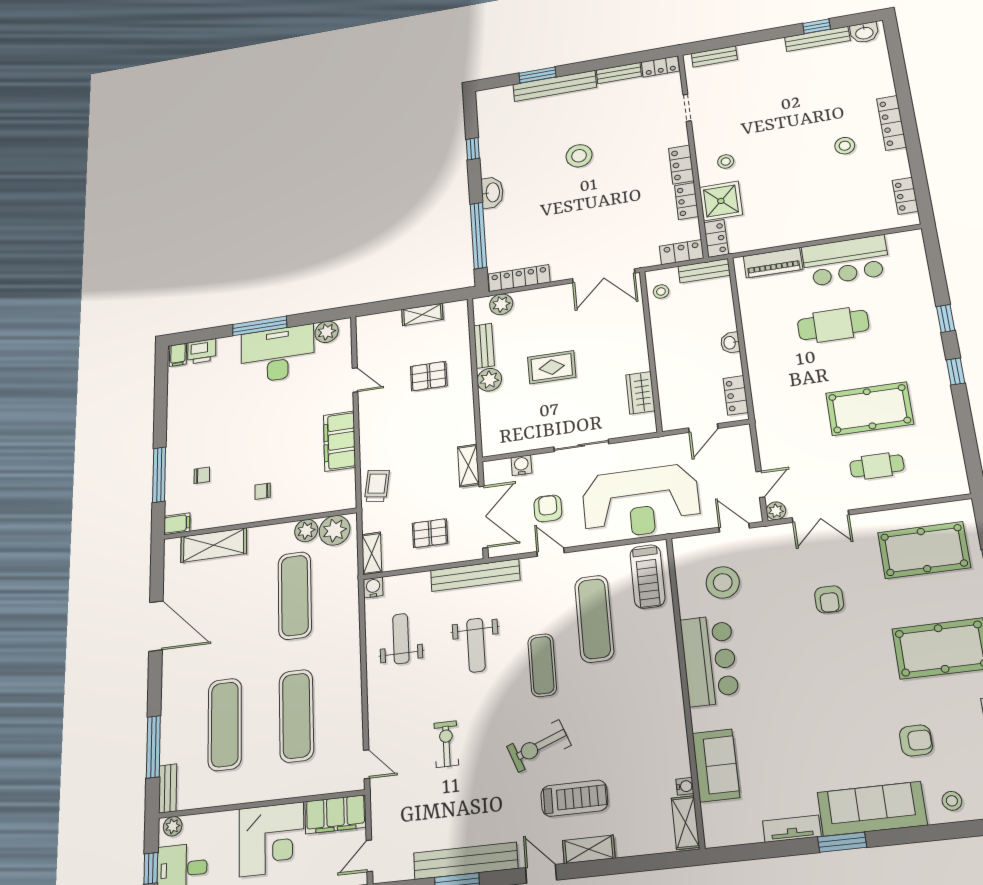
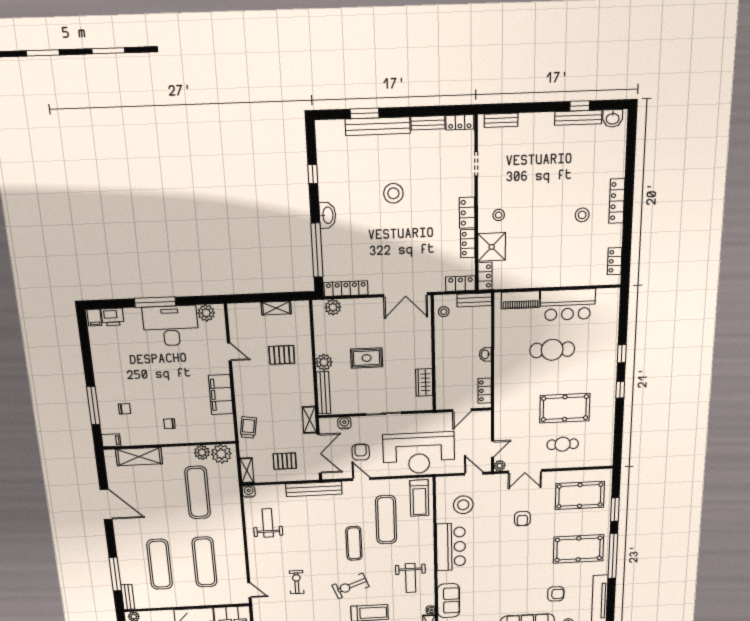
bench: (484, 346) -> (323, 393), moved, width x1.36
weight bench: (476, 645) -> (411, 578), moved

